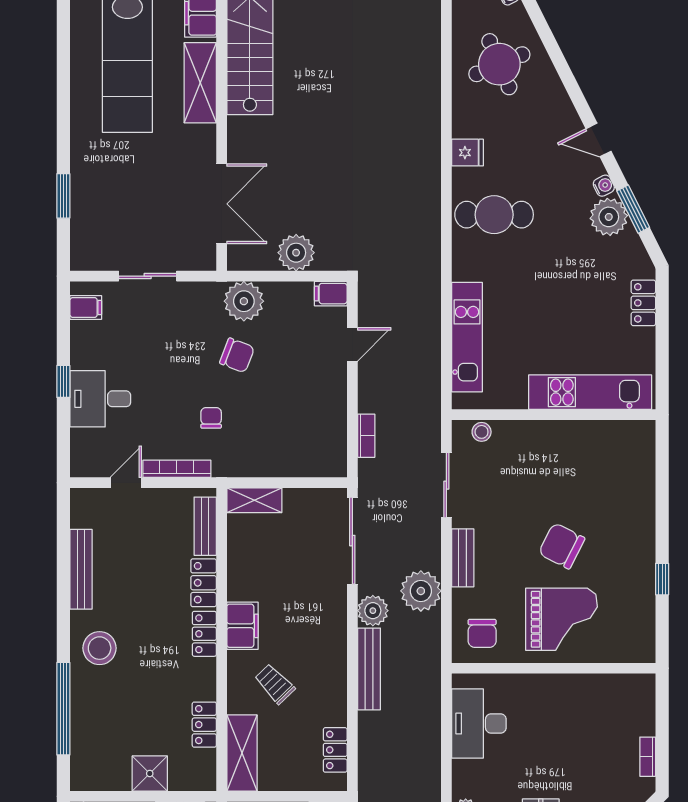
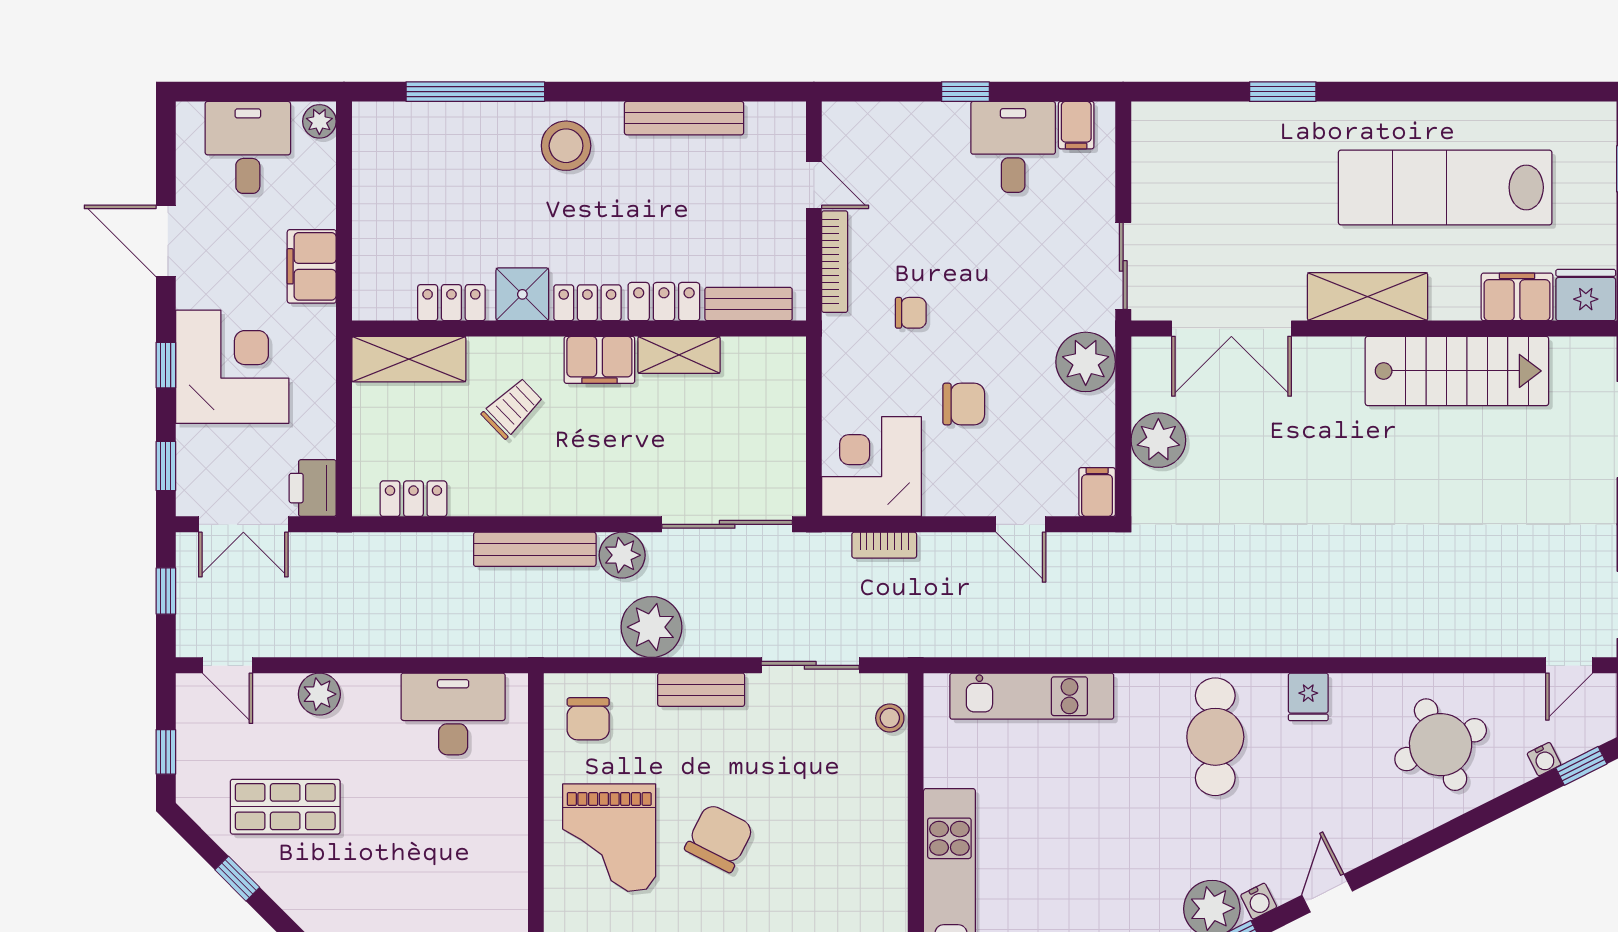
shelving: (200, 83) -> (1368, 297), moved
window: (63, 196) -> (1283, 92), moved
sliding door: (148, 276) -> (1123, 266), moved
chair: (237, 355) -> (964, 404), moved, turned -111
desk: (100, 399) -> (1013, 147), moved
corner desk: (314, 444) -> (872, 467), added
shelving: (254, 500) -> (679, 355), moved, turned 90
chair: (482, 633) -> (588, 719), turned -90
shower: (150, 773) -> (522, 294), moved

